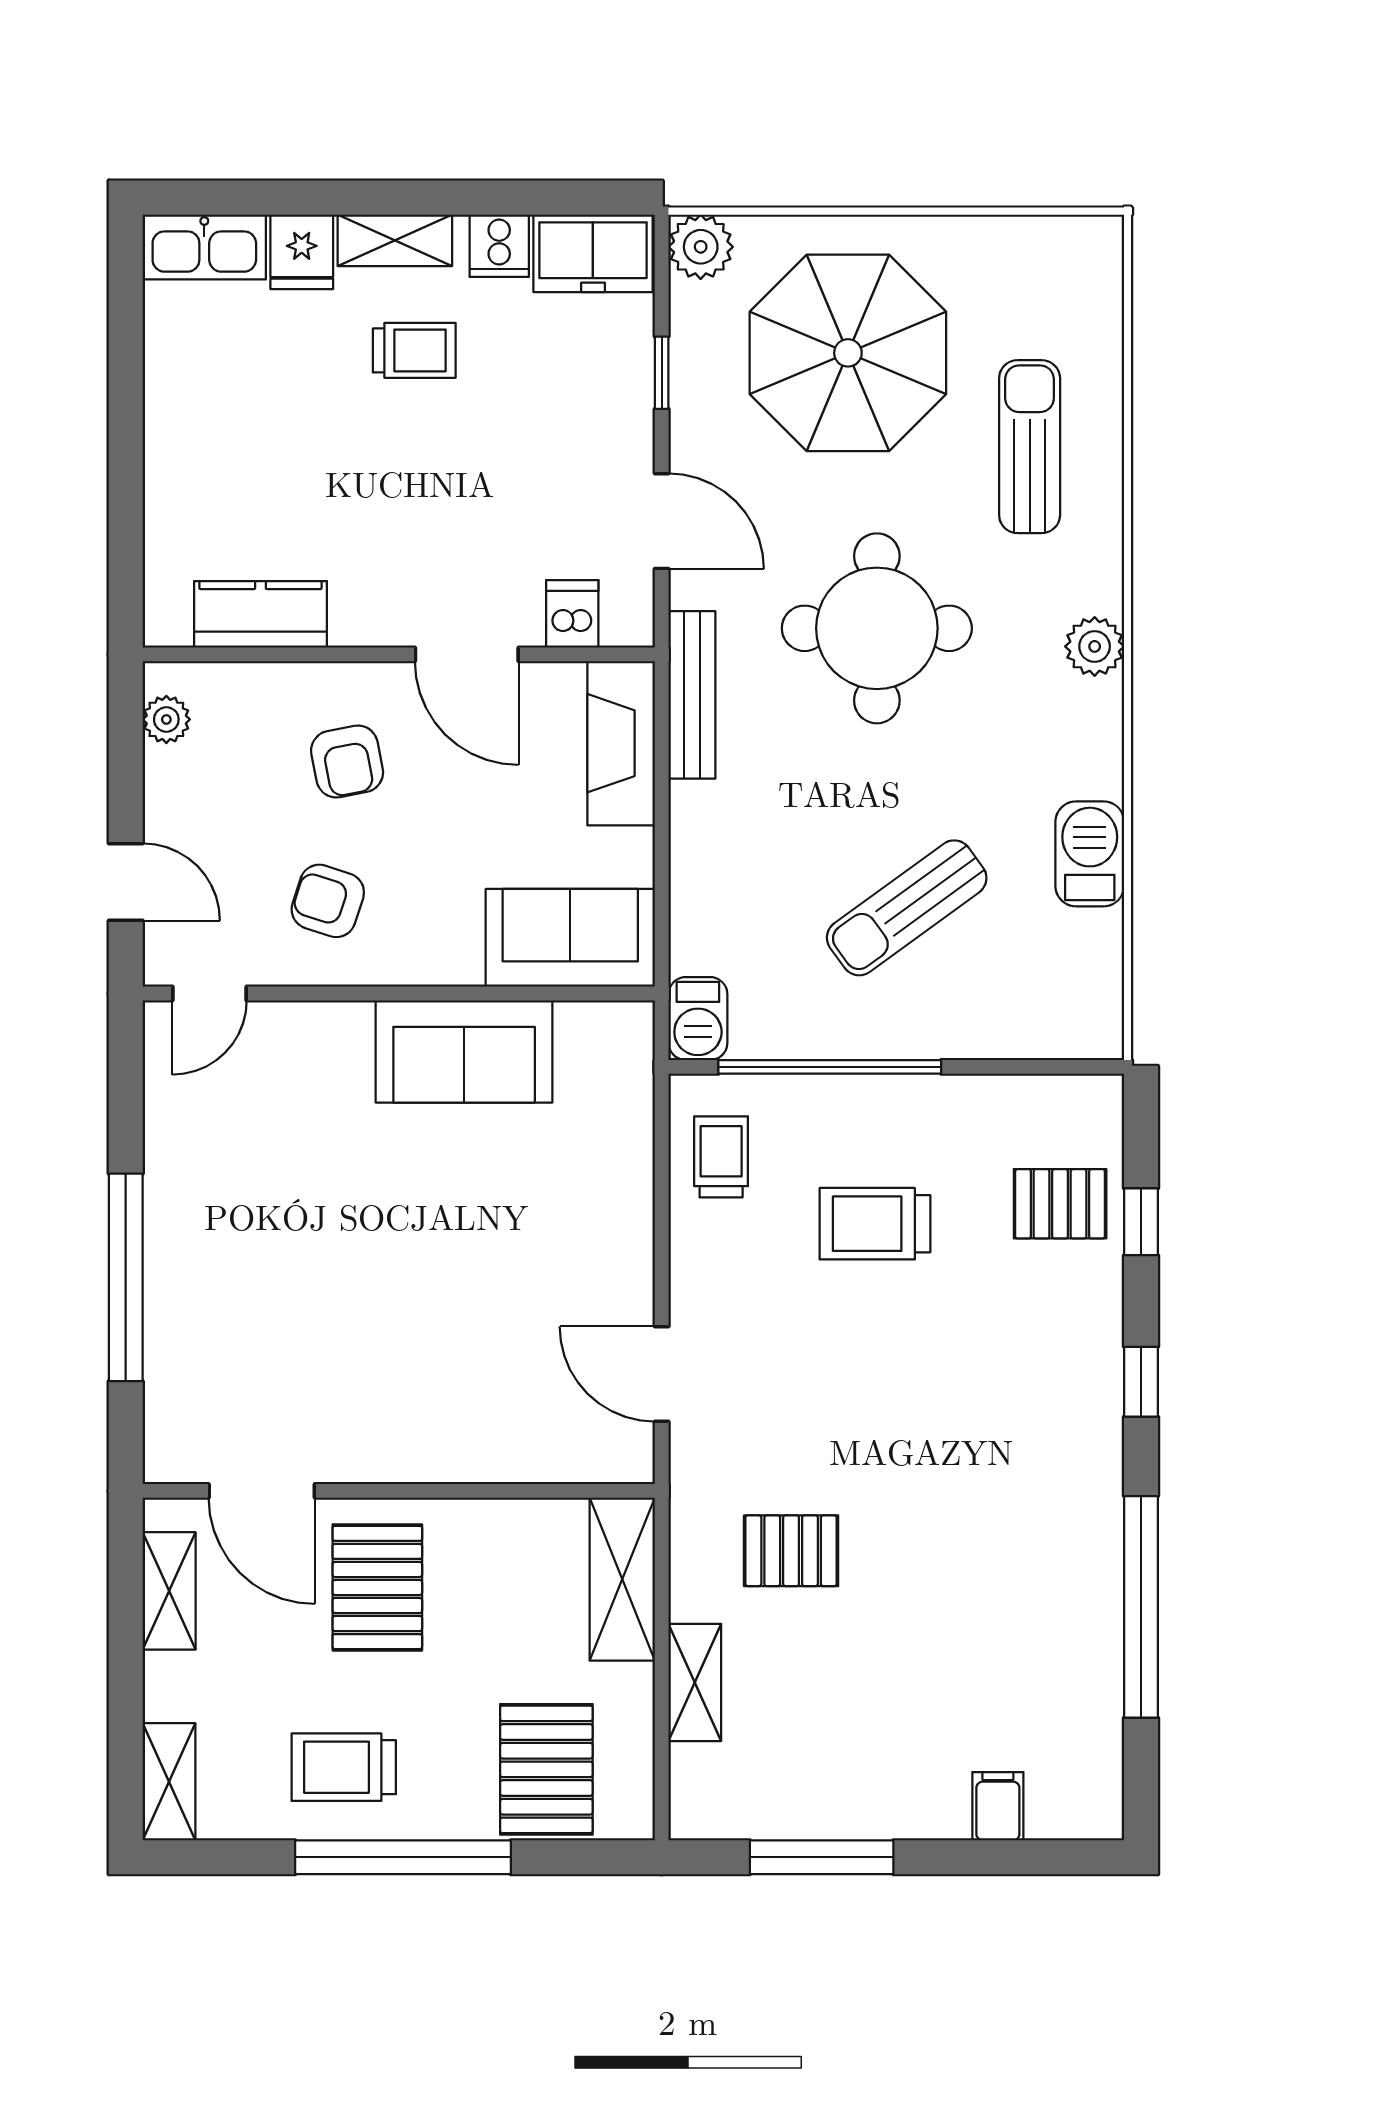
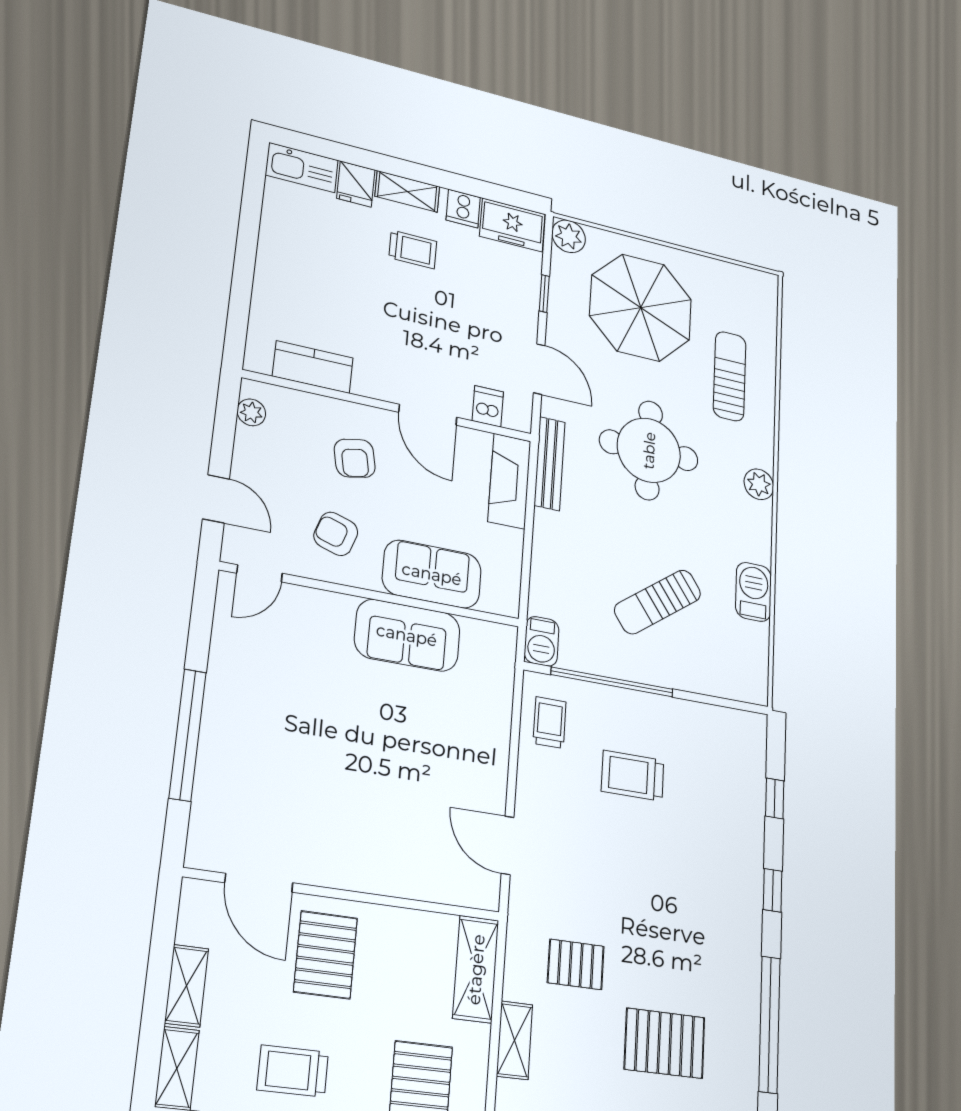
sofa: (570, 938) -> (432, 574), moved
pallet: (1060, 1204) -> (665, 1043), moved, width x1.50, depth x1.42
shelving: (169, 1591) -> (187, 986), moved

